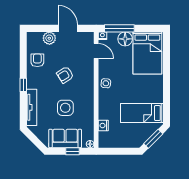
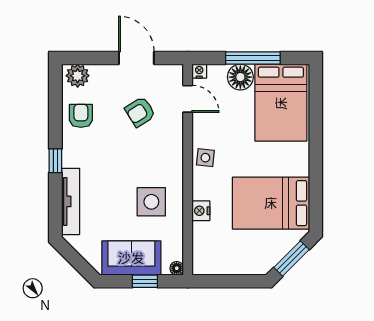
window: (119, 28) -> (253, 58), moved
plant: (49, 38) -> (78, 76), moved
armchair: (65, 75) -> (140, 112), moved
side table: (65, 108) -> (151, 202), moved
bed: (142, 113) -> (271, 203), width x1.50
nightstand: (103, 126) -> (201, 211), moved

